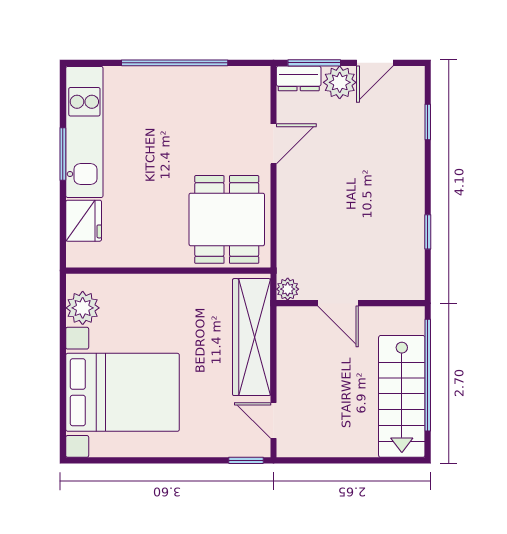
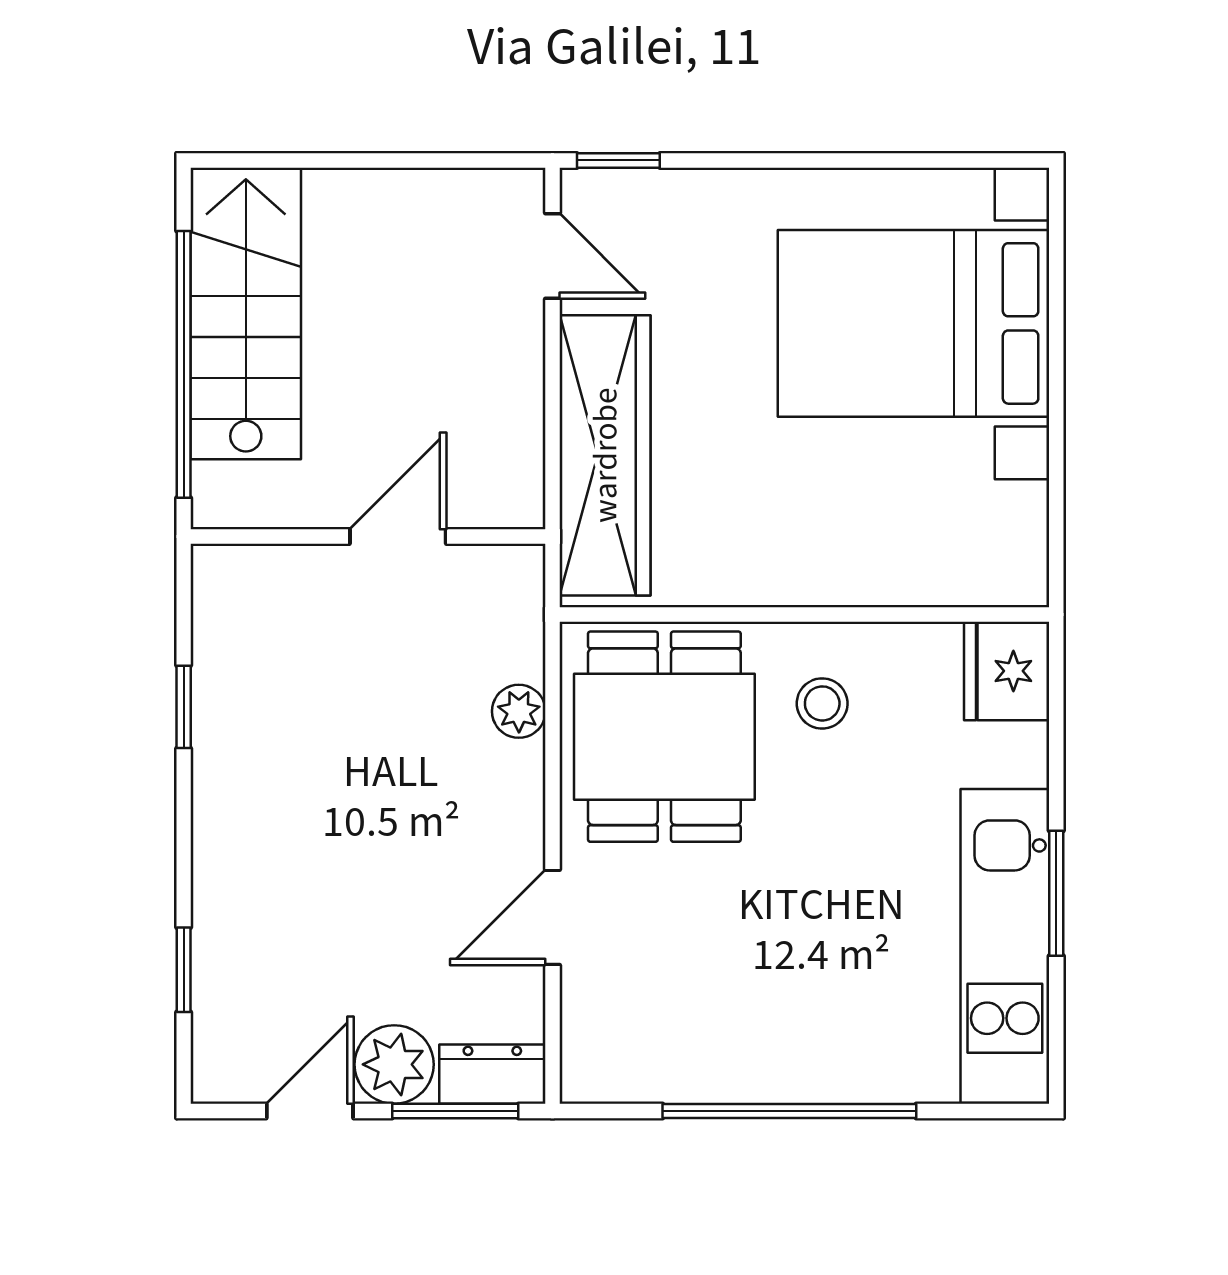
fridge: (84, 221) -> (1007, 671), moved
stool: (161, 233) -> (822, 703), added
plant: (288, 289) -> (519, 711), moved
door: (338, 303) -> (398, 536), hinge flipped
plant: (83, 308) -> (1009, 525), removed

